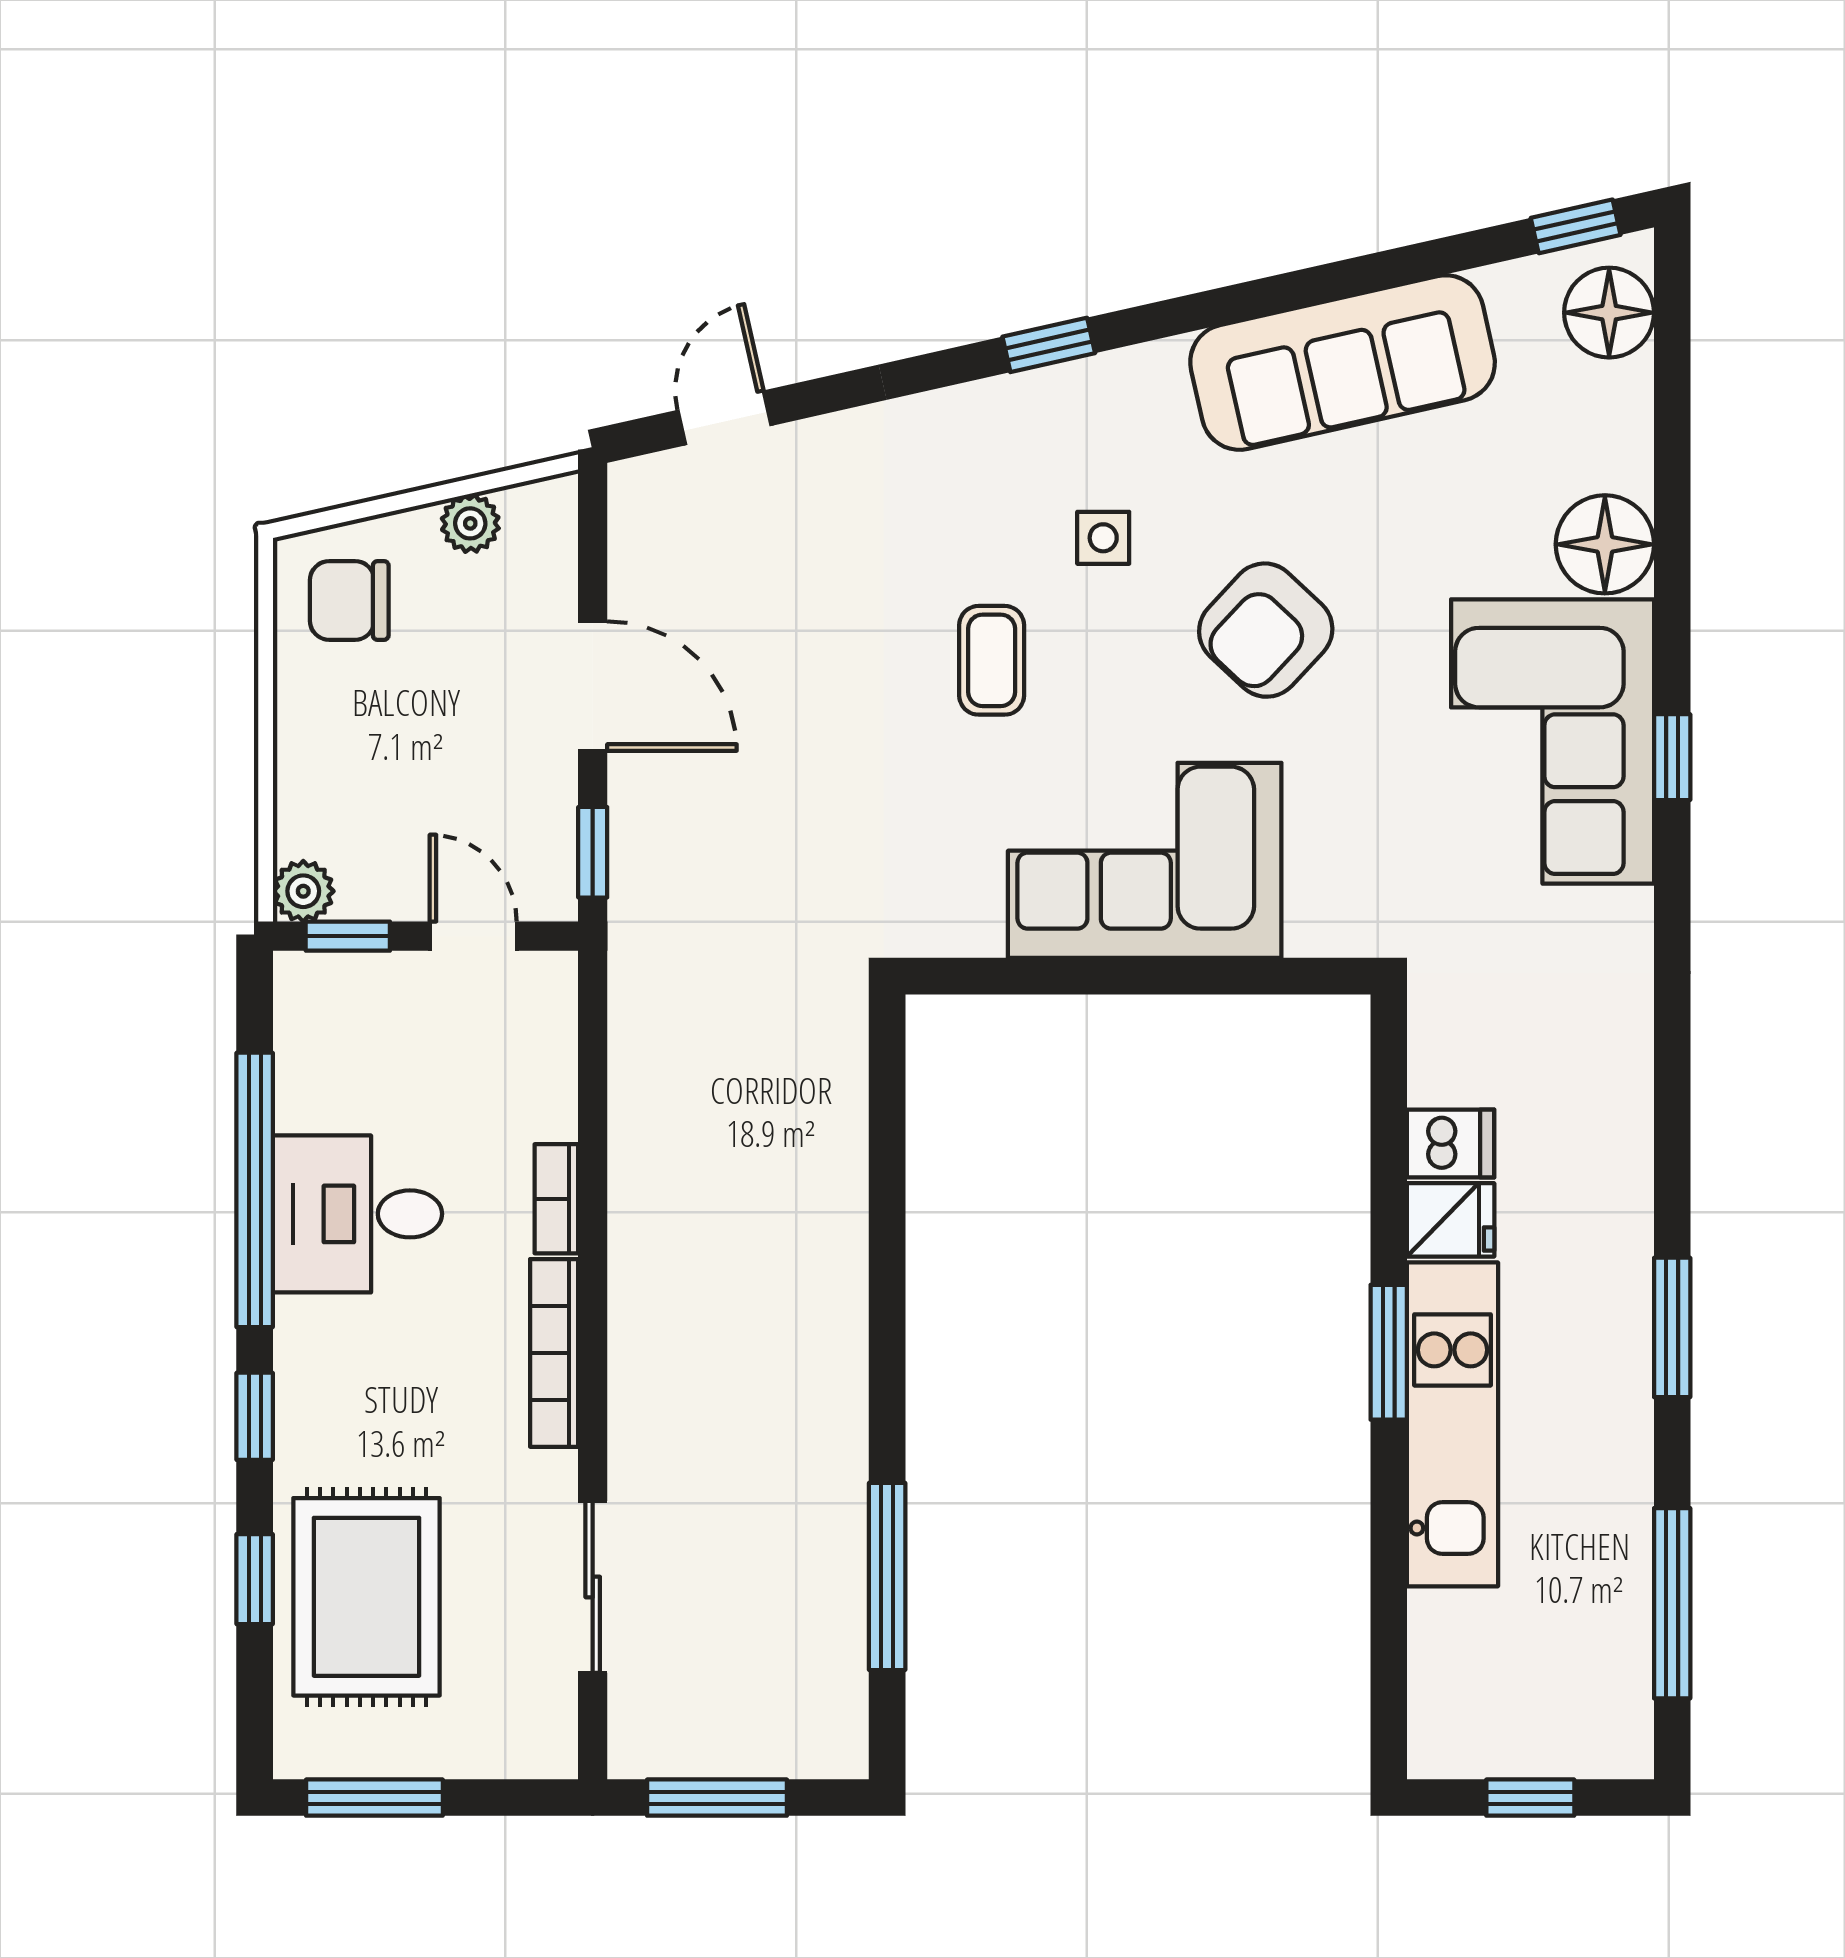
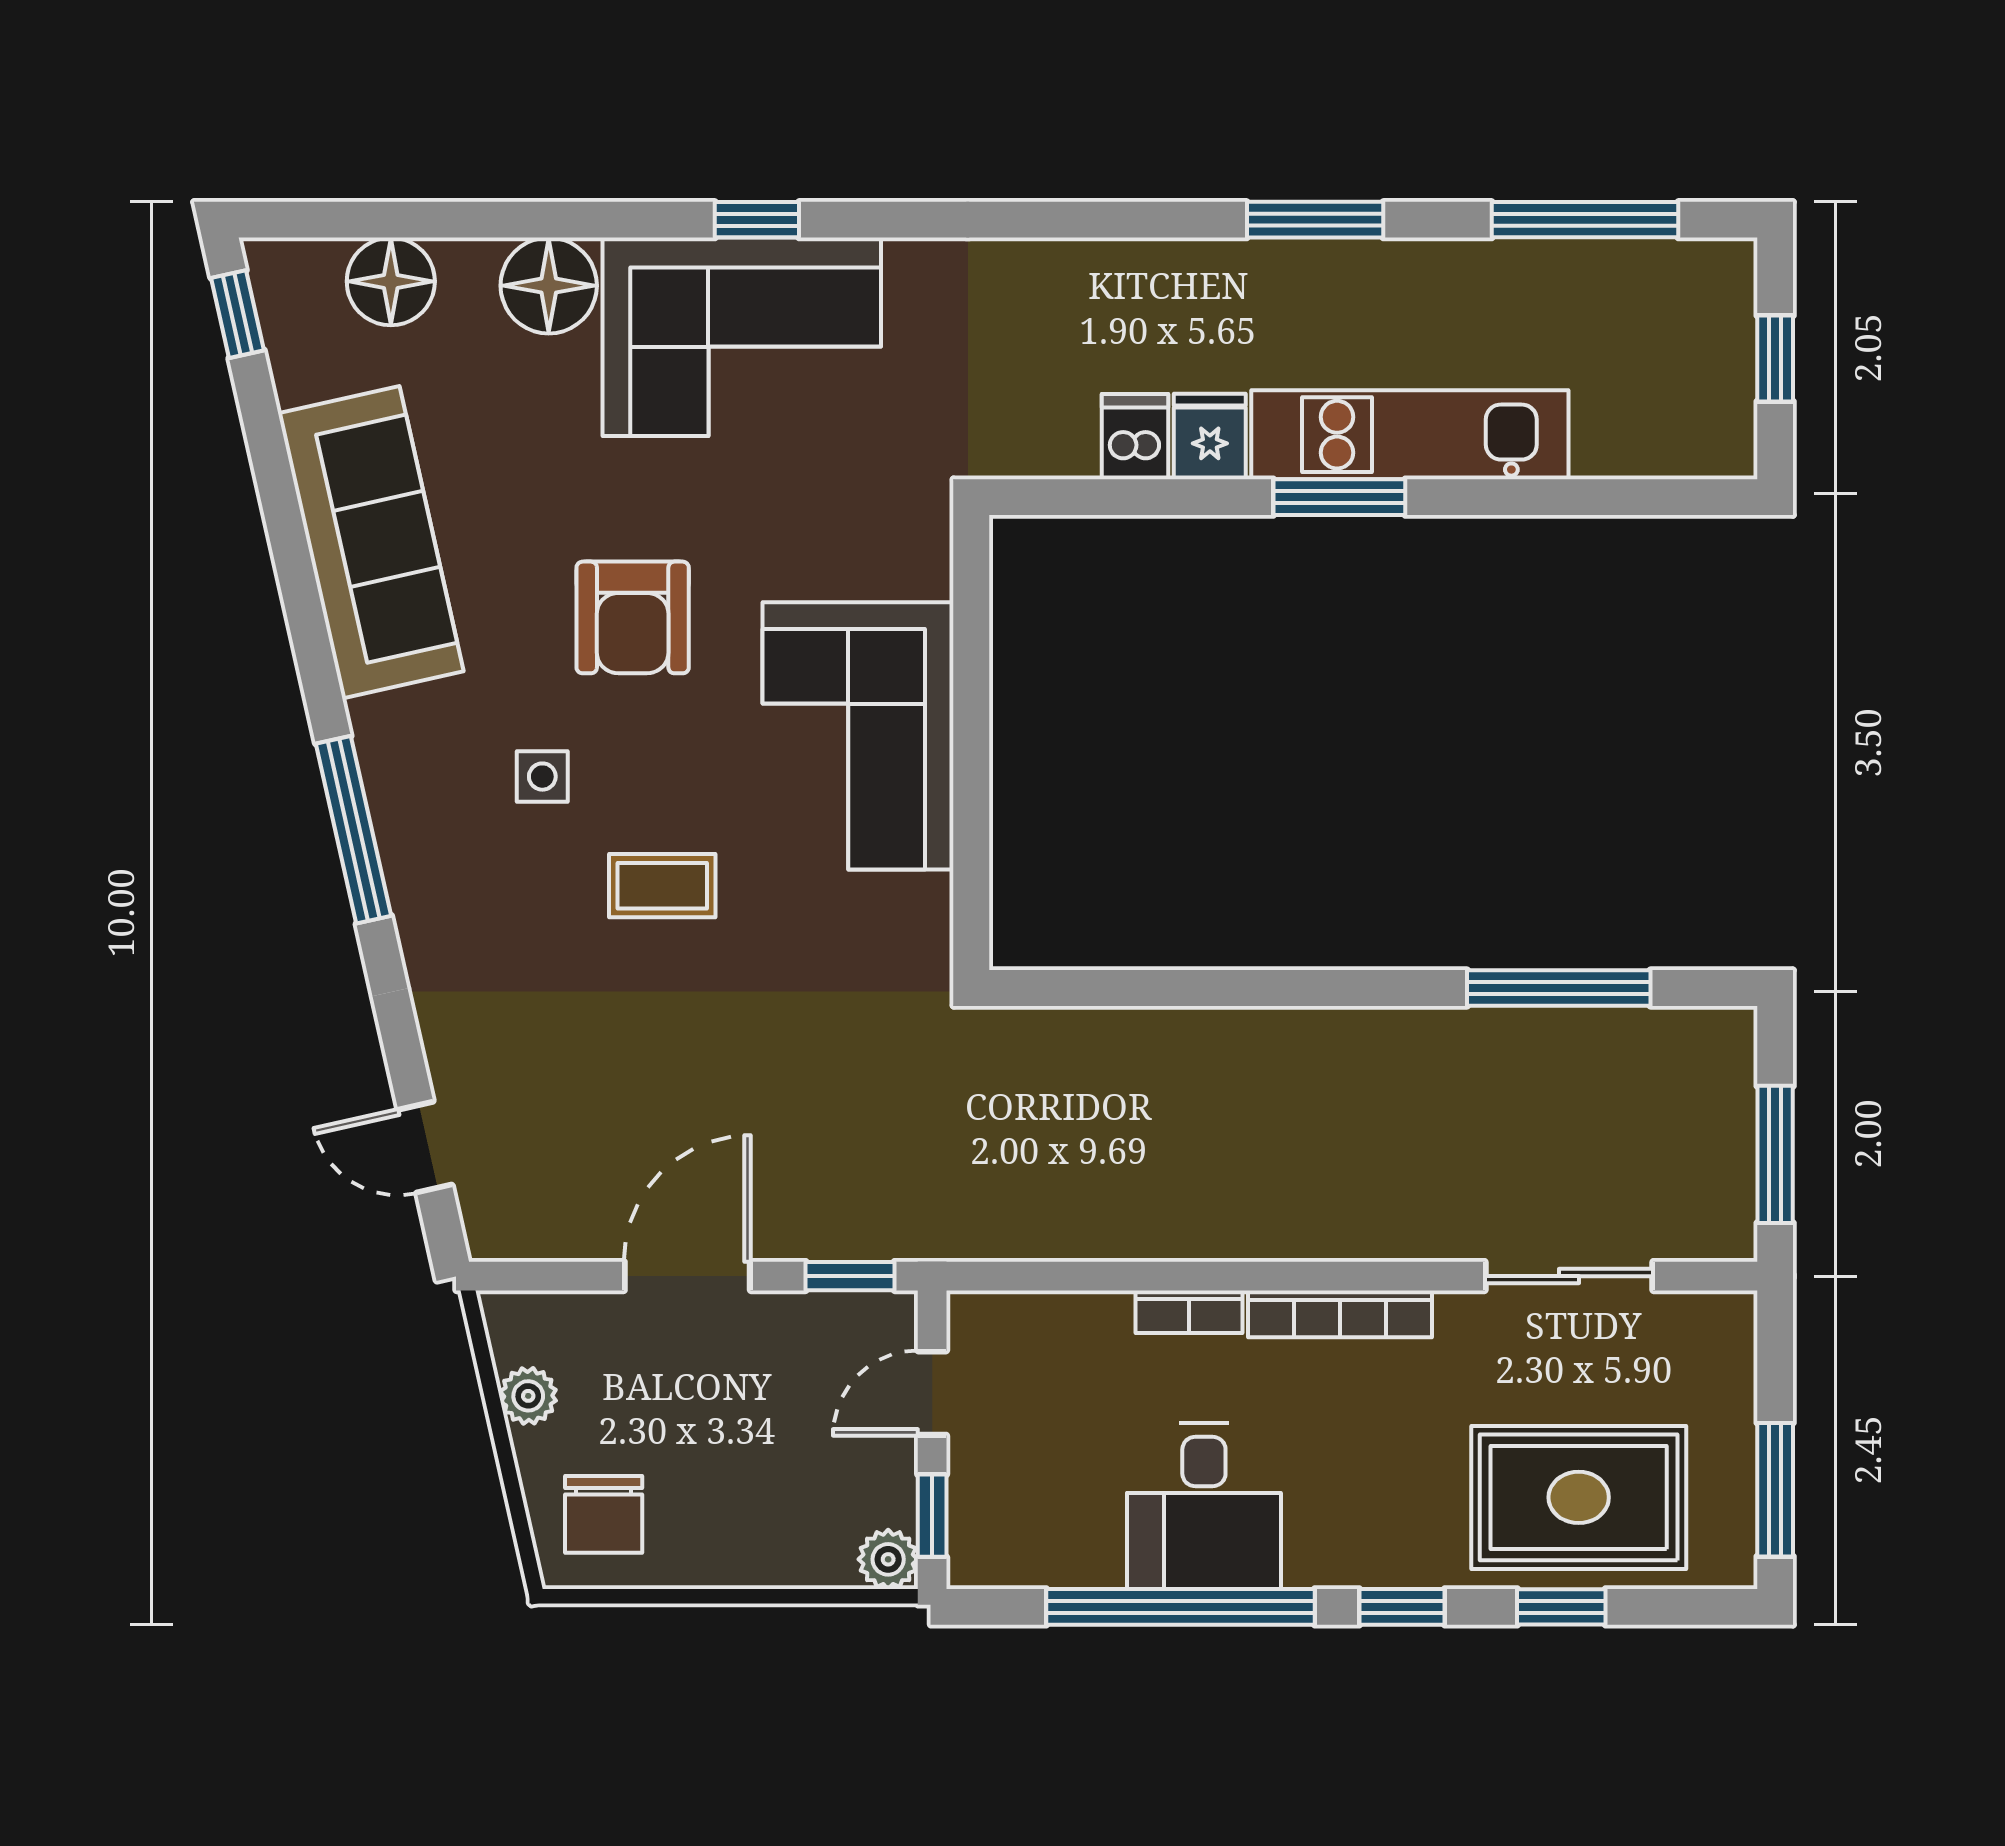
floor lamp: (1609, 313) -> (391, 281), moved
window: (1049, 345) -> (354, 830), width x2.17
armchair: (1266, 630) -> (633, 617), turned 47

